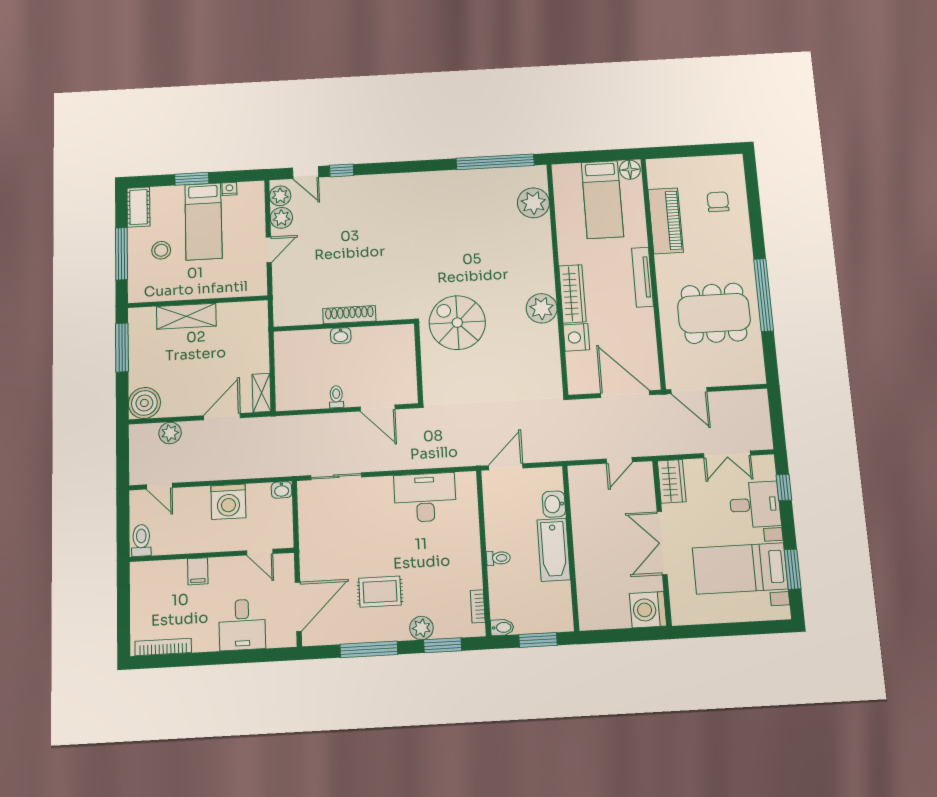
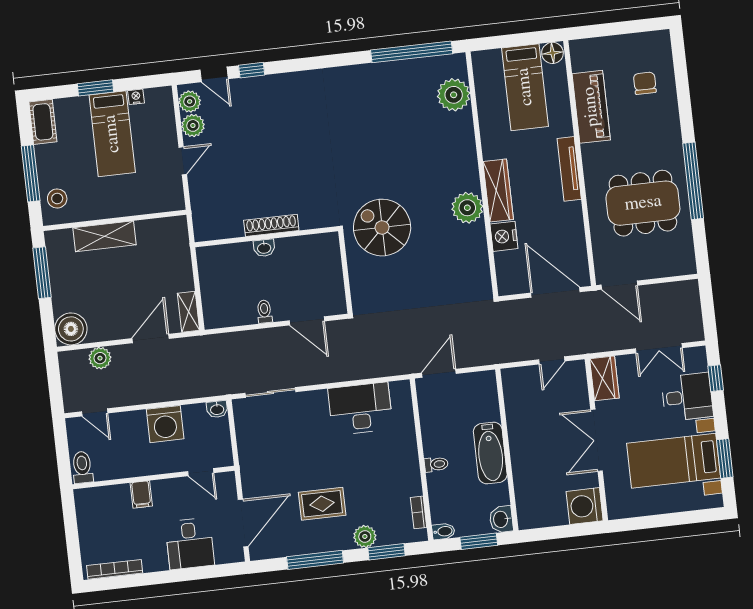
stool: (161, 250) -> (57, 199), moved
washbasin: (554, 504) -> (501, 519), moved

